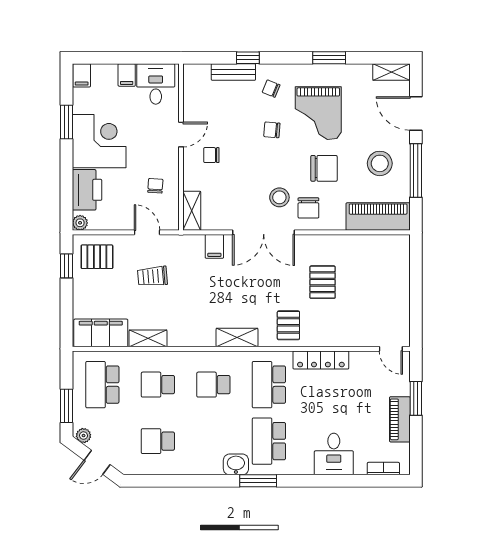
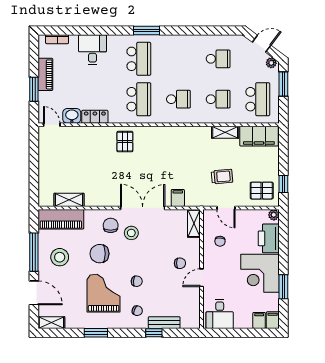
filing cabinet: (127, 75) -> (259, 320), moved
pallet: (323, 282) -> (101, 172), removed
shelving: (237, 338) -> (69, 200), moved
locker: (321, 360) -> (95, 117), width x0.66
washbasin: (236, 464) -> (72, 116), moved, turned 180

